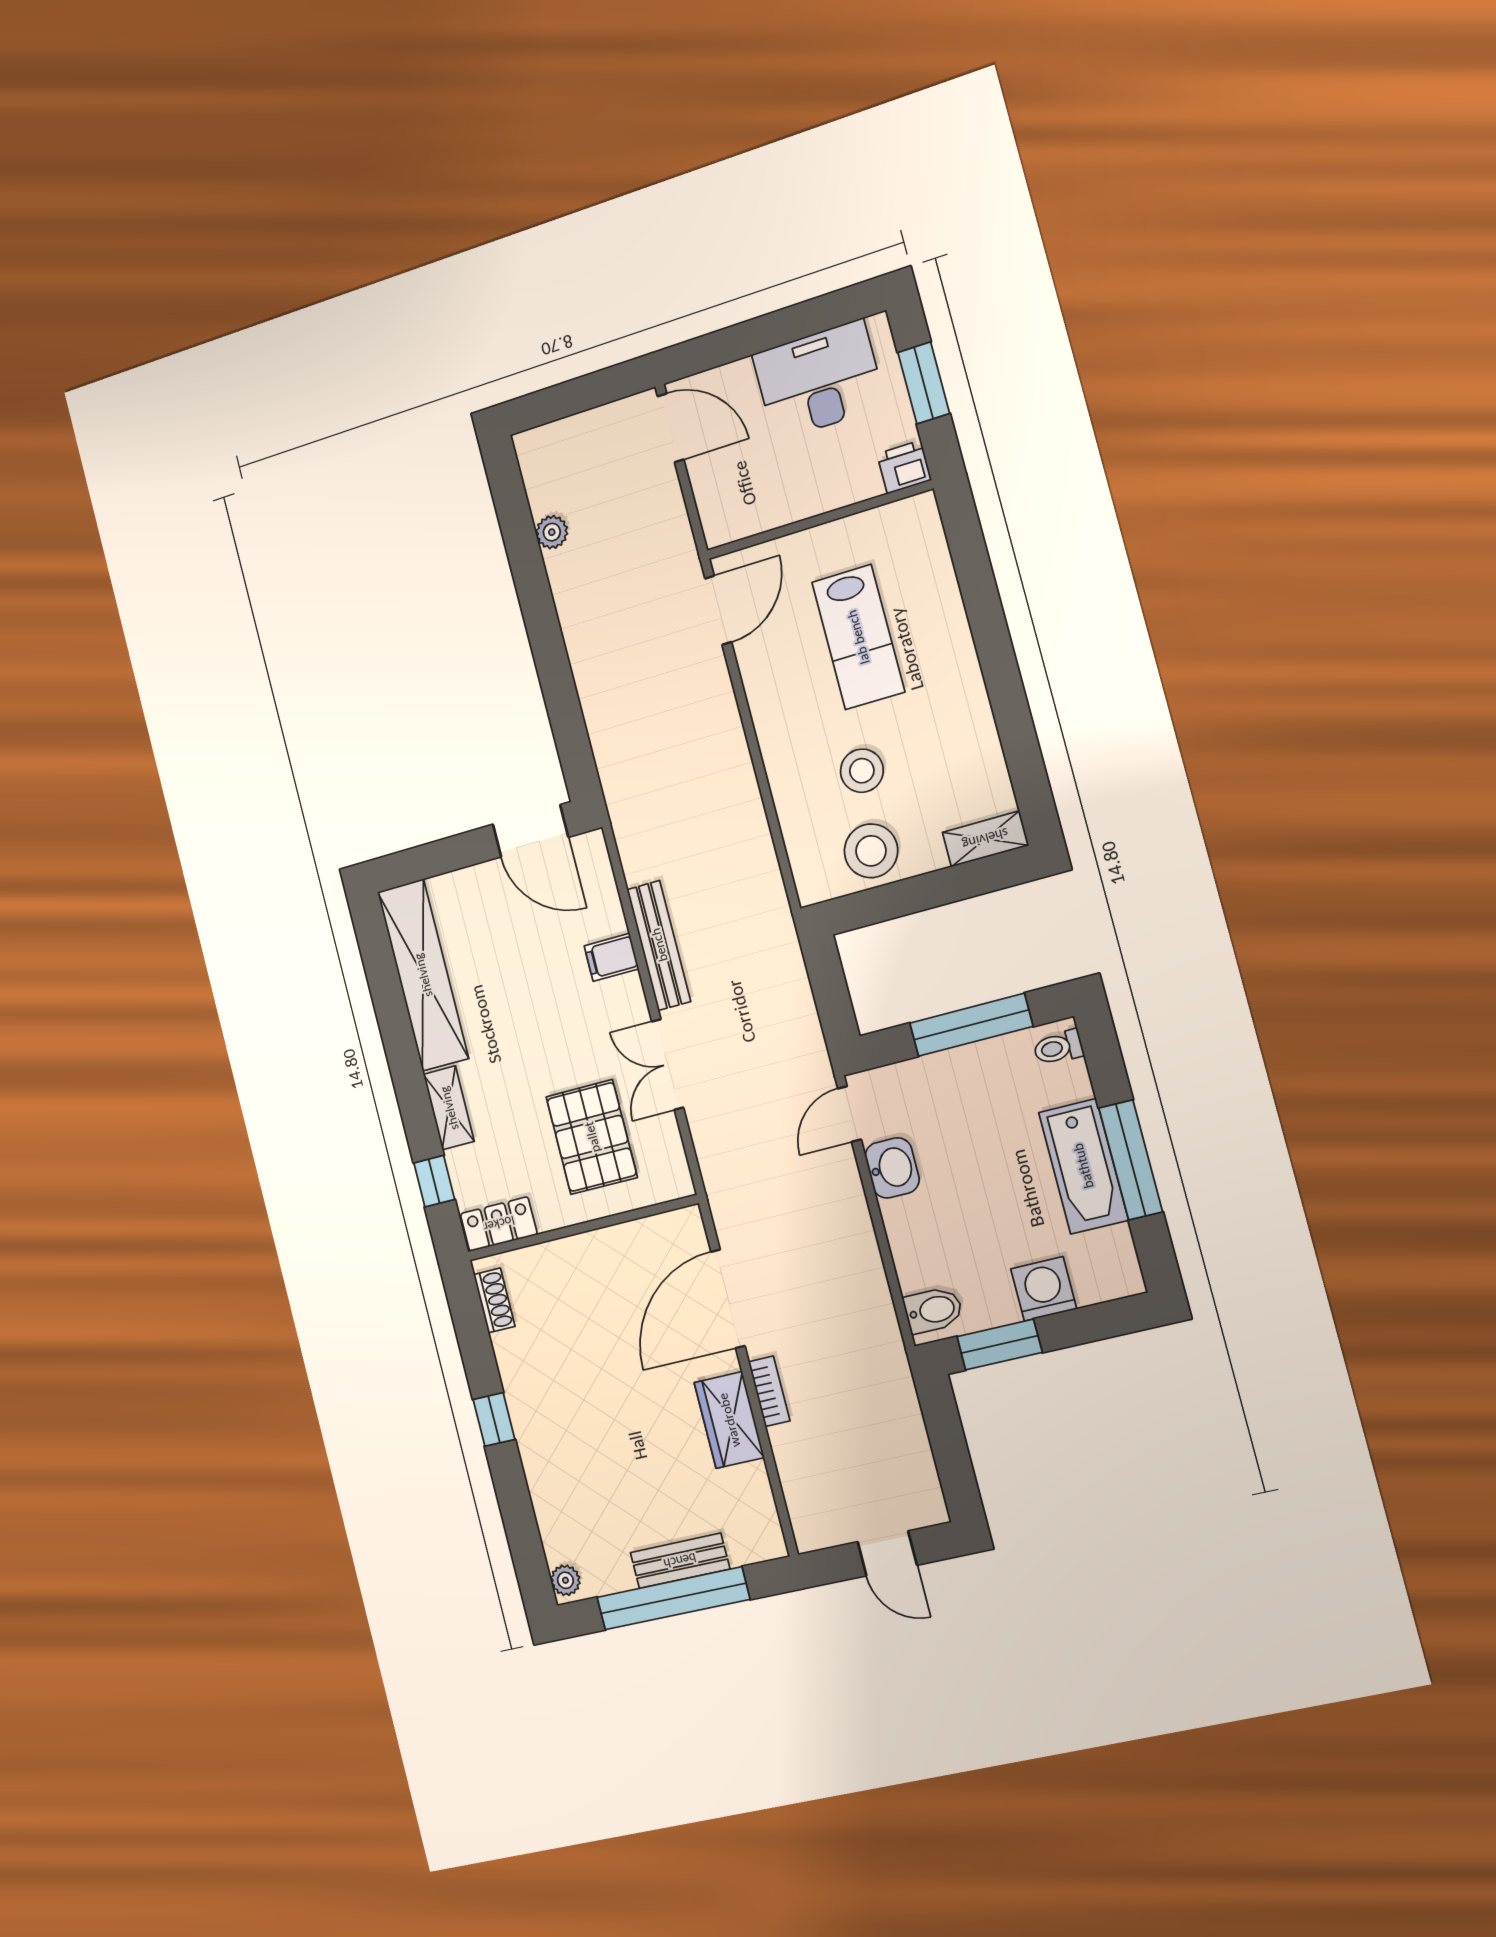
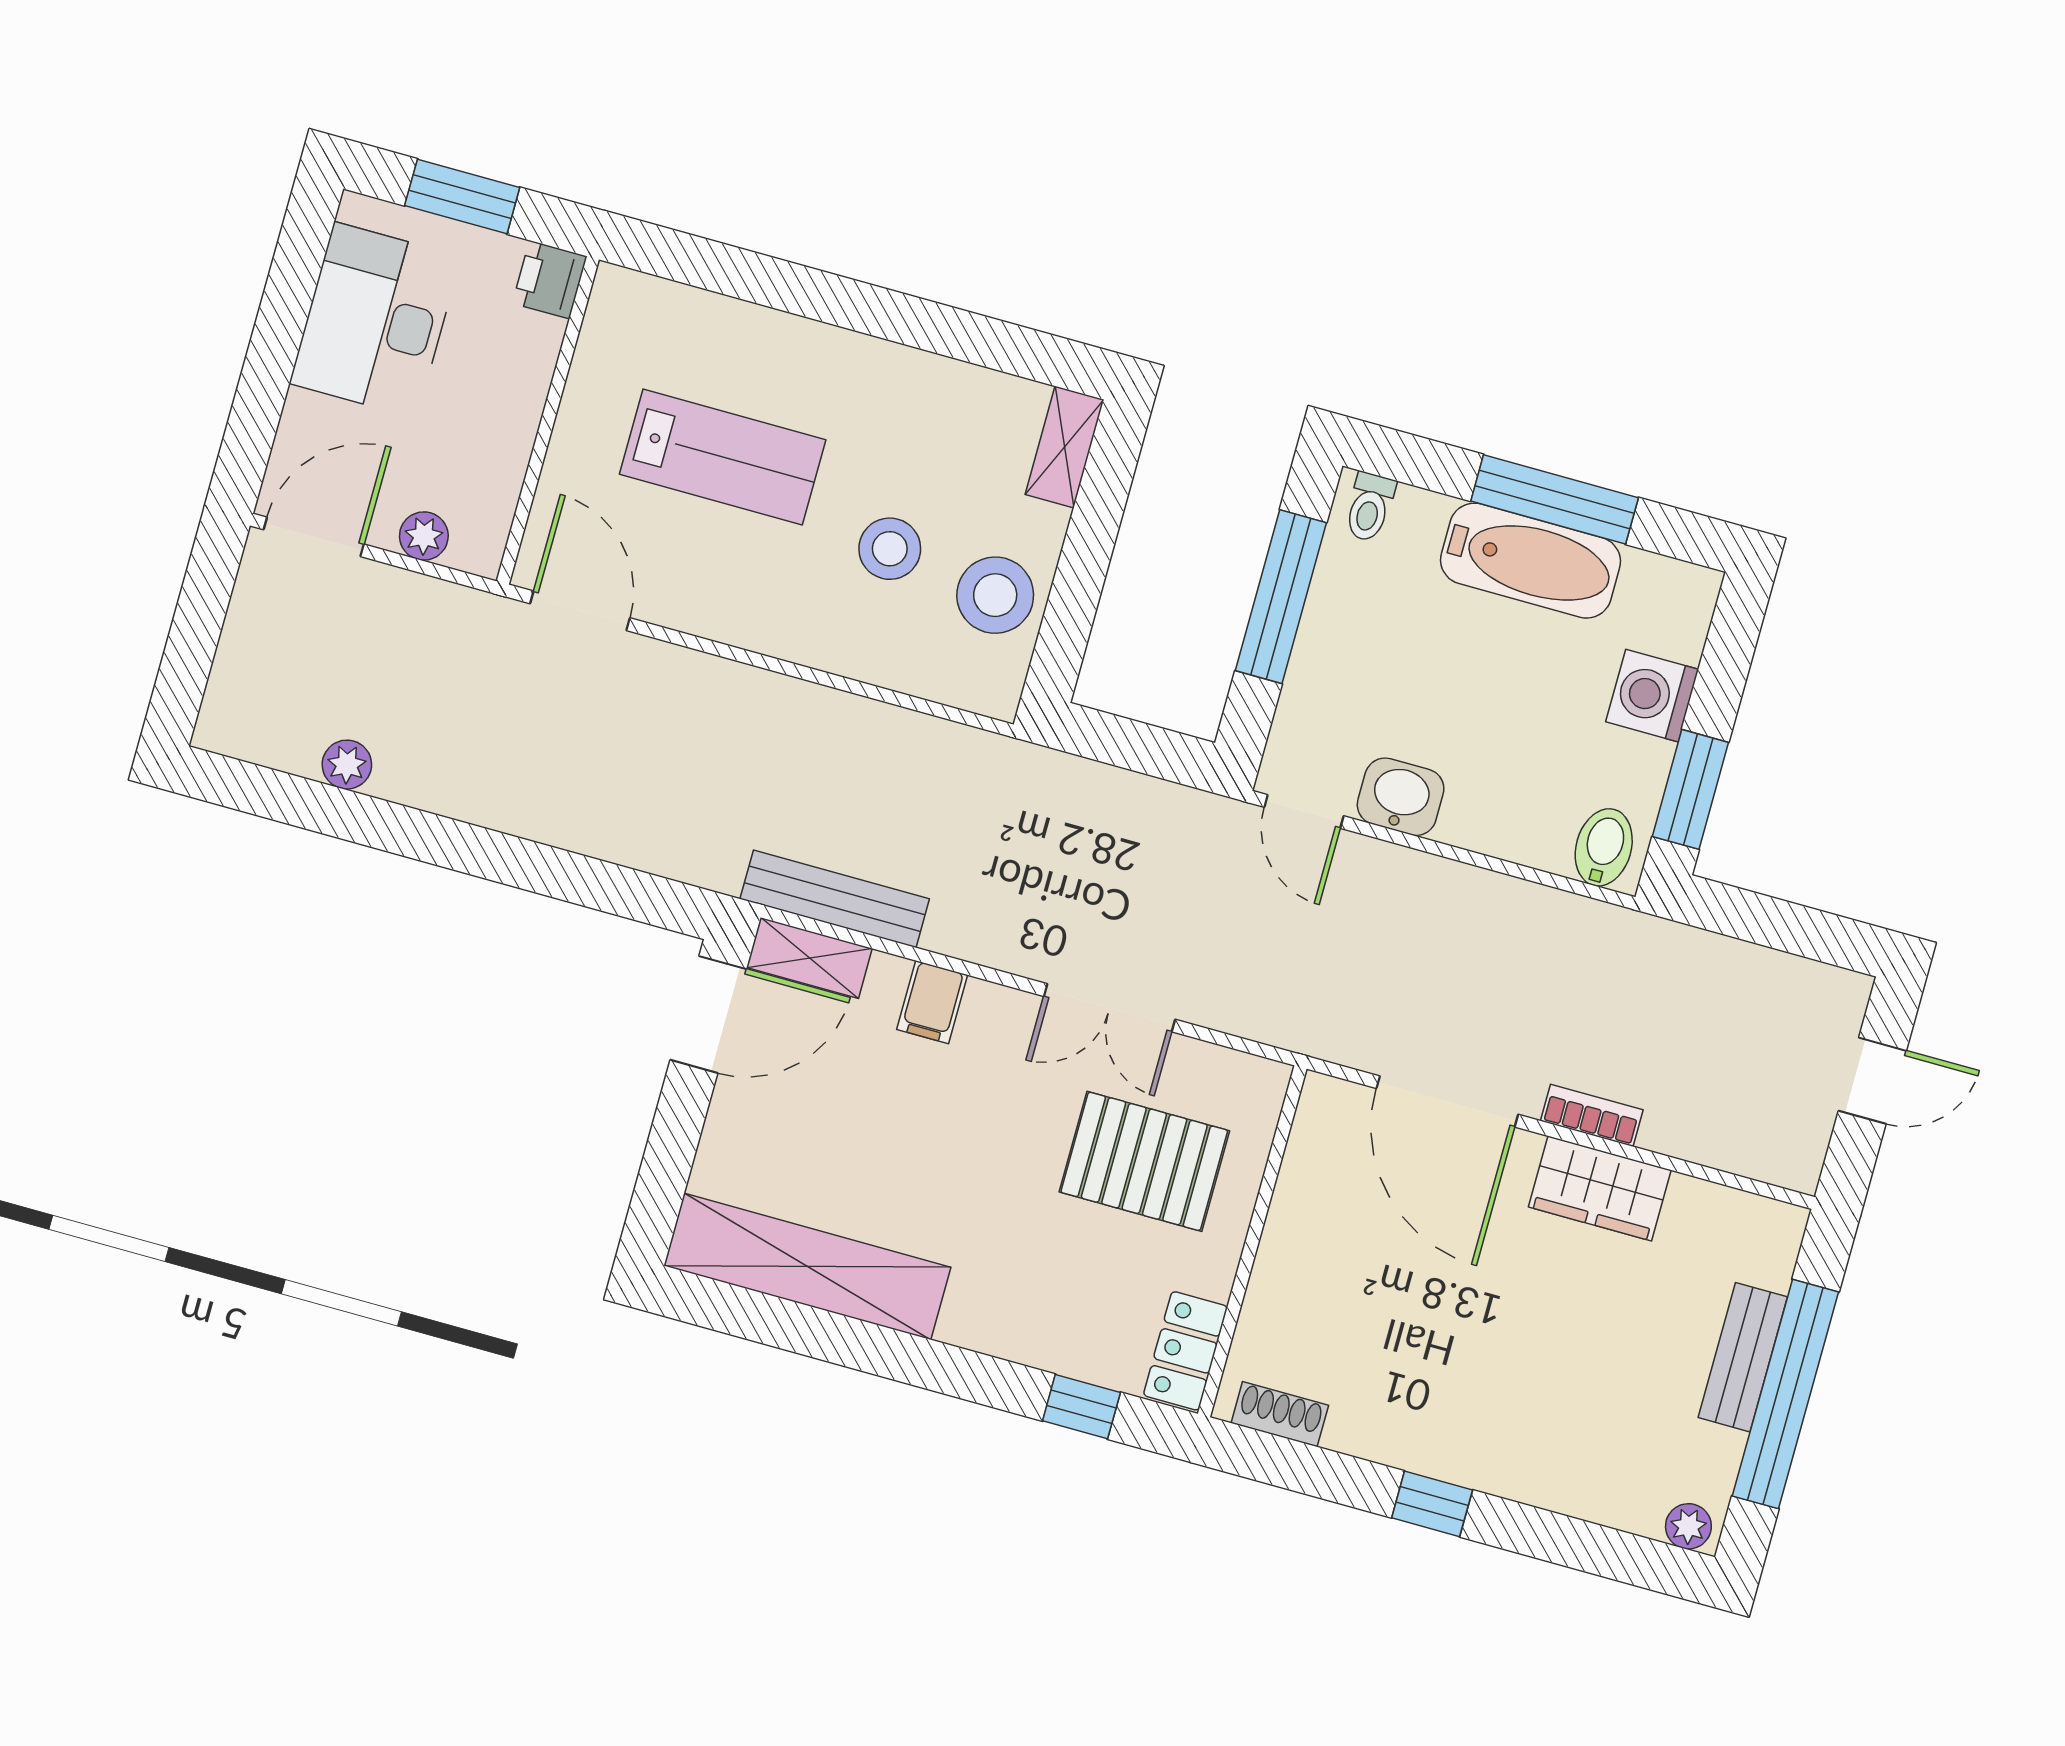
plant: (708, 491) -> (424, 536), added
bench: (659, 945) -> (835, 899), moved
shelving: (449, 1108) -> (809, 958), moved

